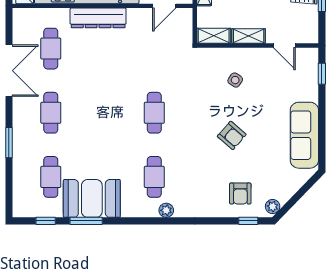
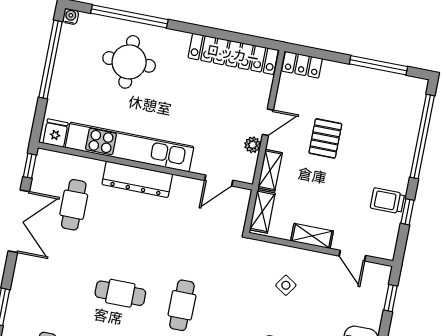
window: (9, 24) -> (30, 166), added
shelving: (214, 36) -> (262, 211), moved, turned 90
cafe table: (51, 113) -> (120, 293), moved, turned 90

